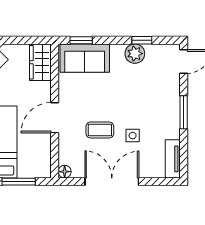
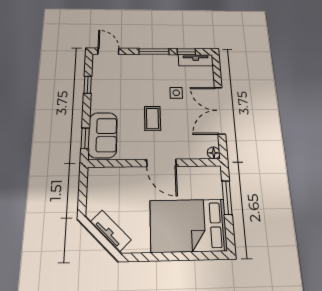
plant: (135, 54) -> (100, 91), removed
wardrobe: (40, 62) -> (106, 177), removed
coffee table: (100, 130) -> (152, 118), moved
window: (184, 149) -> (186, 52), added

